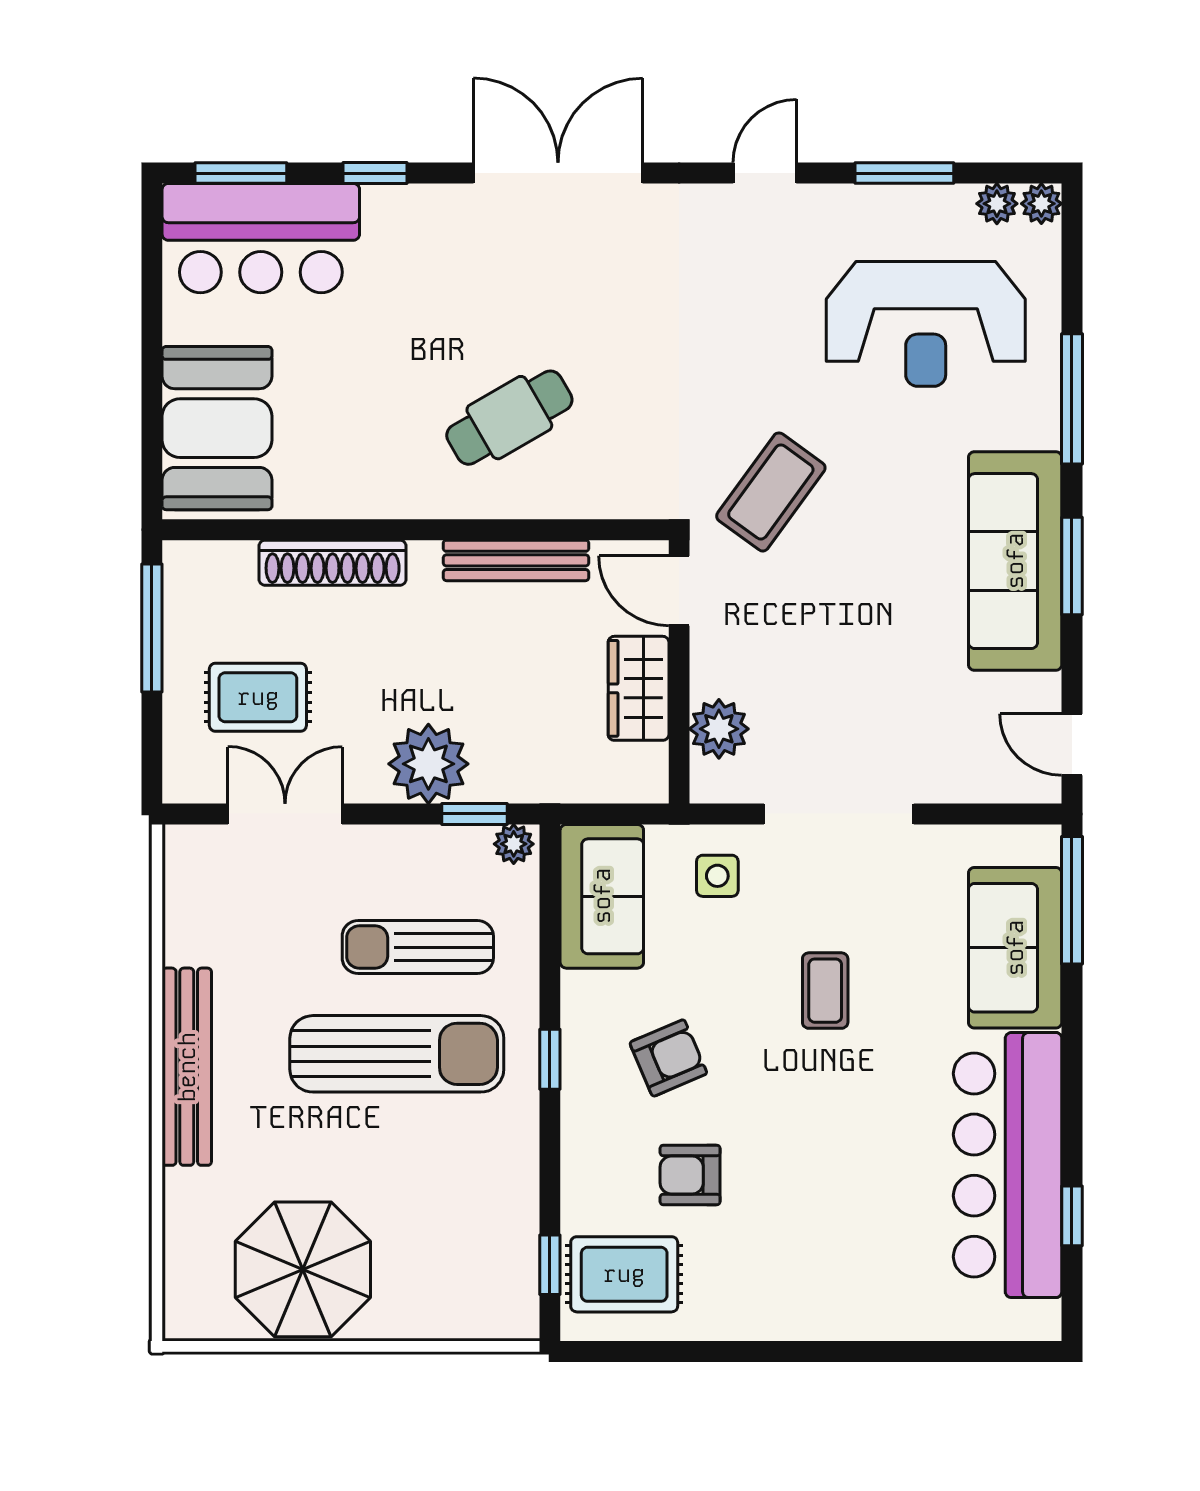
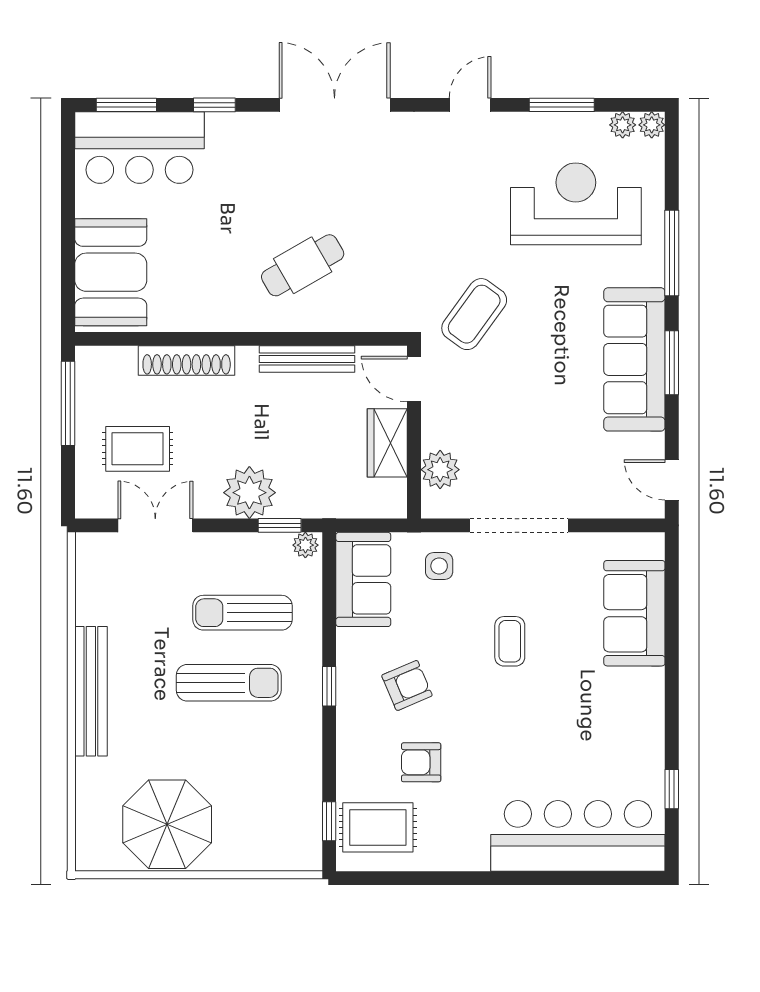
reception desk: (926, 324) -> (576, 204), turned 180
window: (1072, 900) -> (672, 582), removed
sun lounger: (397, 1054) -> (229, 683), width x0.73, depth x0.75
bar counter: (1008, 1165) -> (578, 836), moved, turned 90

